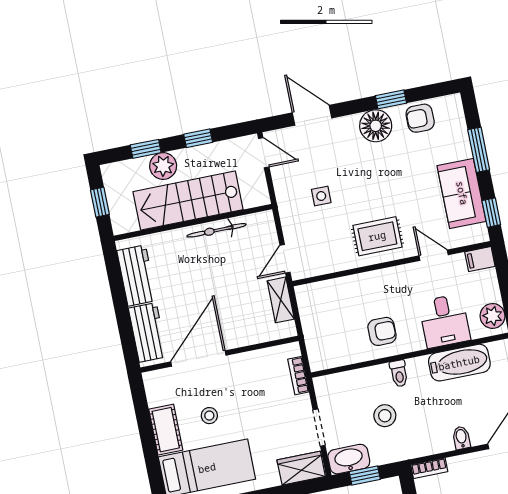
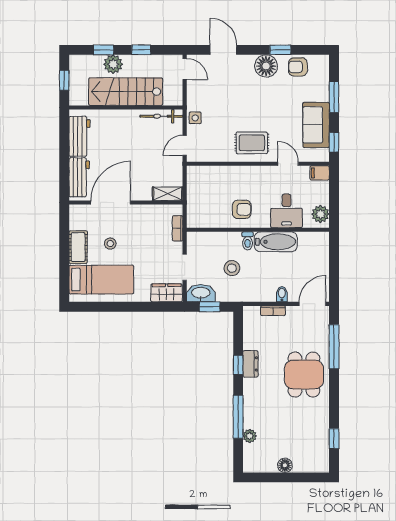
side table: (321, 196) -> (195, 118), moved
bicycle: (216, 230) -> (161, 116), moved
shelving: (281, 300) -> (168, 194), moved, turned 90
bathtub: (459, 363) -> (276, 242), moved
bookcase: (429, 468) -> (273, 311), moved

